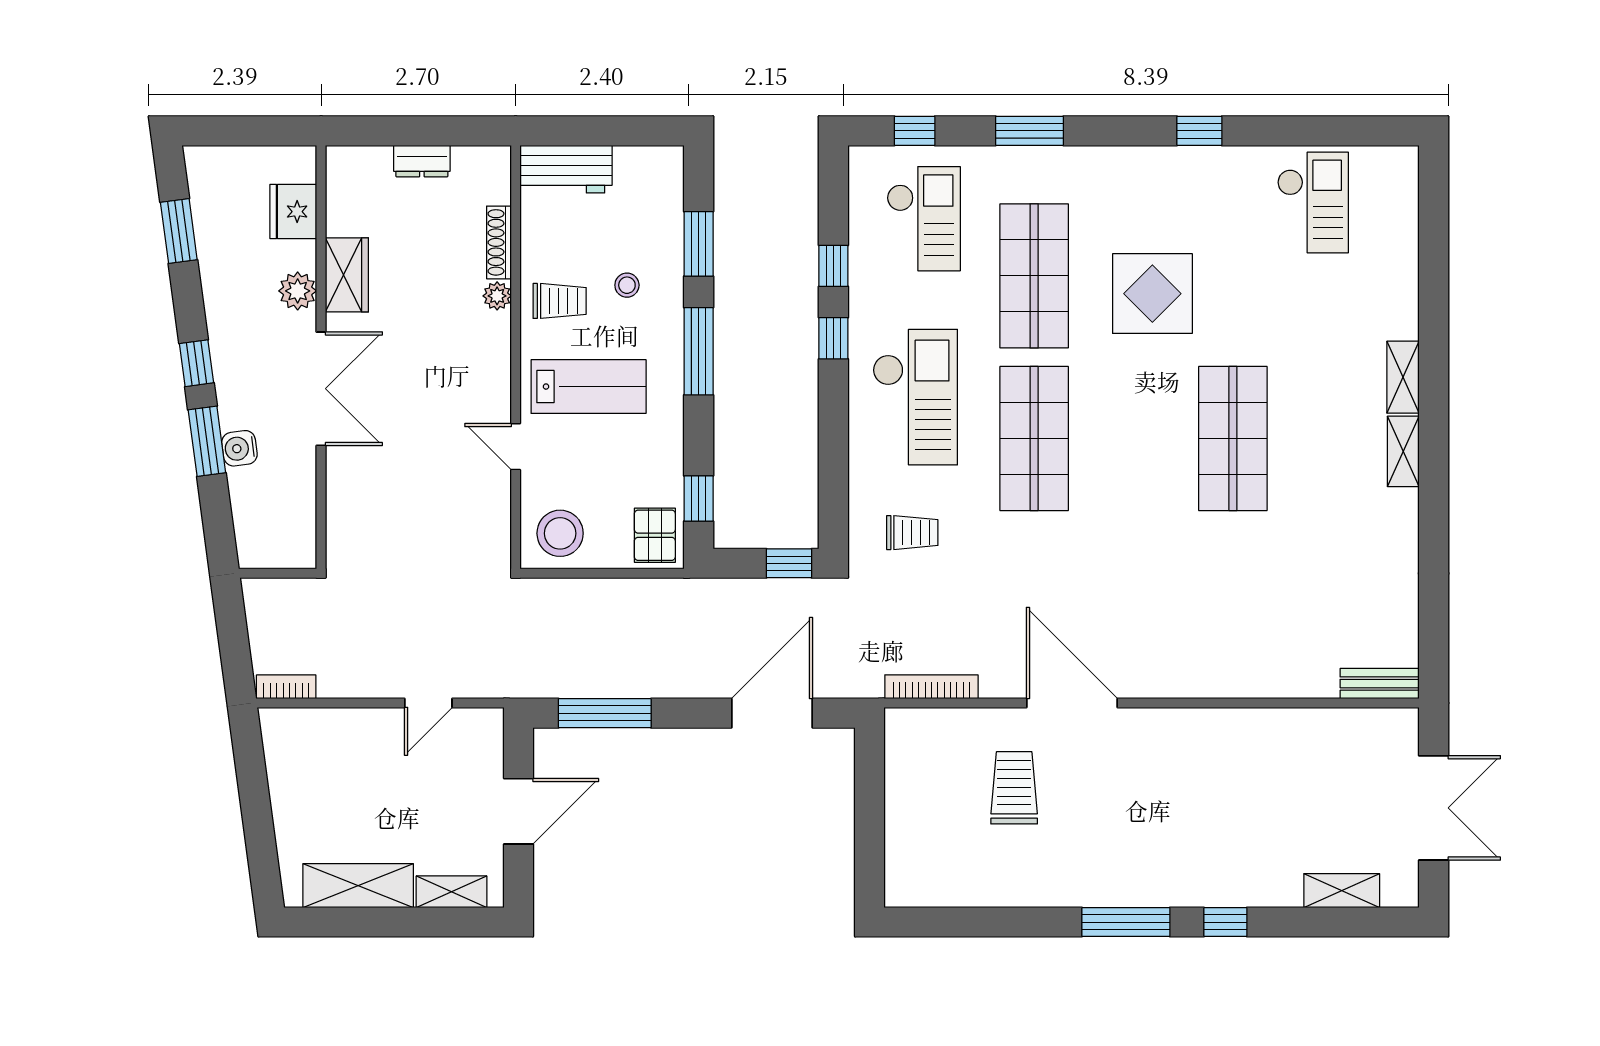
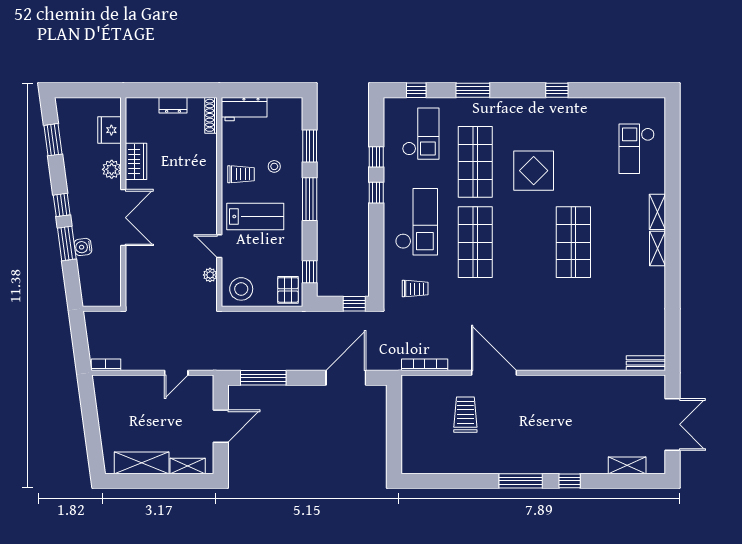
checkout: (1313, 203) -> (637, 149), moved, turned 180
shoe rack: (499, 242) -> (211, 115), moved
plant: (497, 296) -> (210, 275), moved

